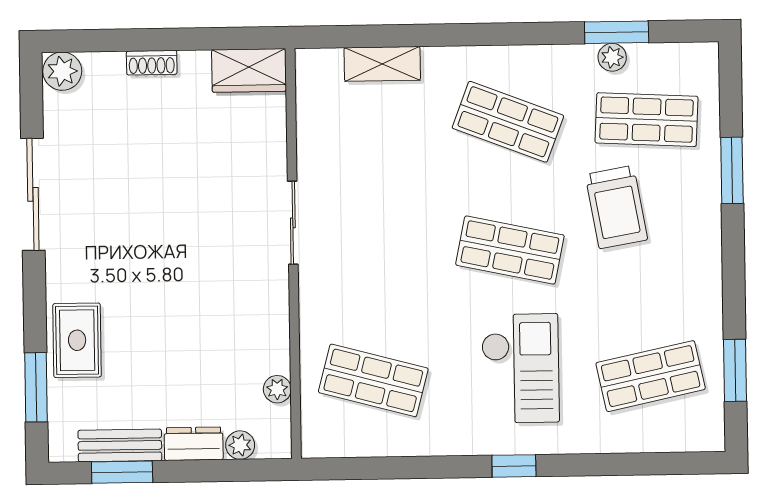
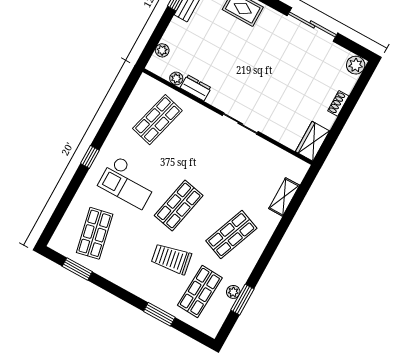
dresser: (194, 444) -> (196, 88), moved, turned -90

